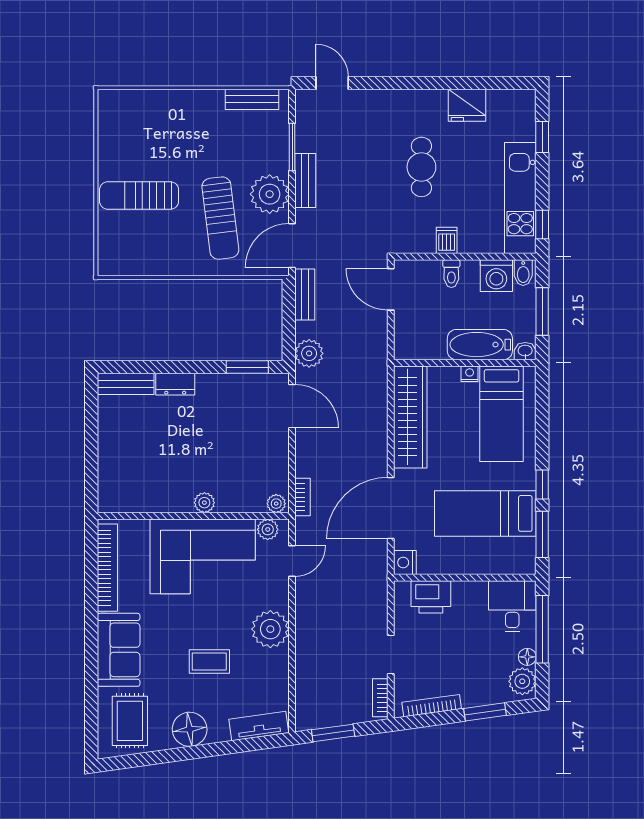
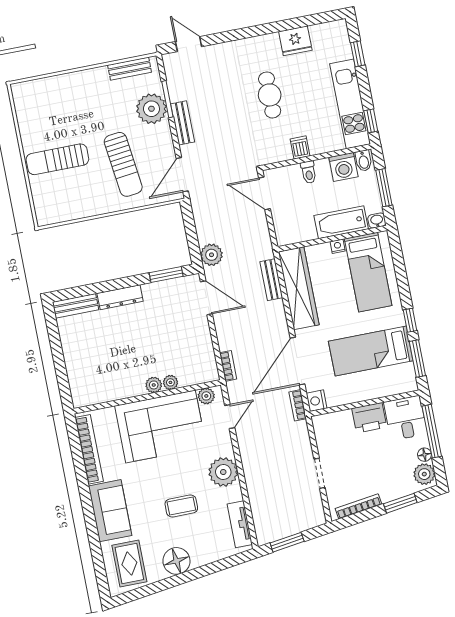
plant: (270, 194) -> (151, 109), moved
bench: (305, 295) -> (271, 280), moved
dresser: (175, 384) -> (120, 297), width x1.44
plant: (276, 504) -> (170, 382), moved
printer: (431, 597) -> (369, 418), moved
bookcase: (380, 698) -> (298, 405), moved
tv unit: (259, 726) -> (240, 524), moved, turned -82

